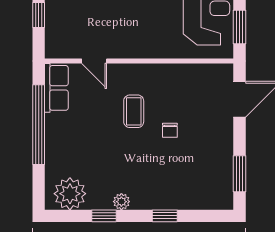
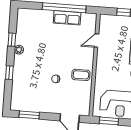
row of seats: (56, 88) -> (67, 18), moved
coffee table: (134, 111) -> (81, 75), moved
plant: (70, 194) -> (25, 22), removed

